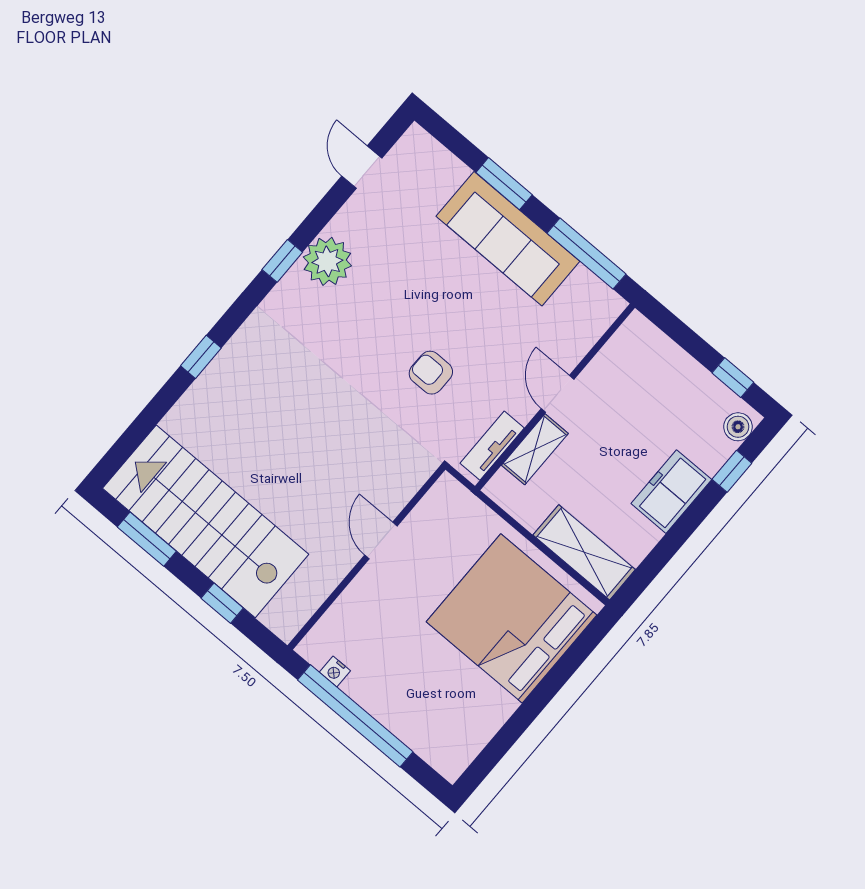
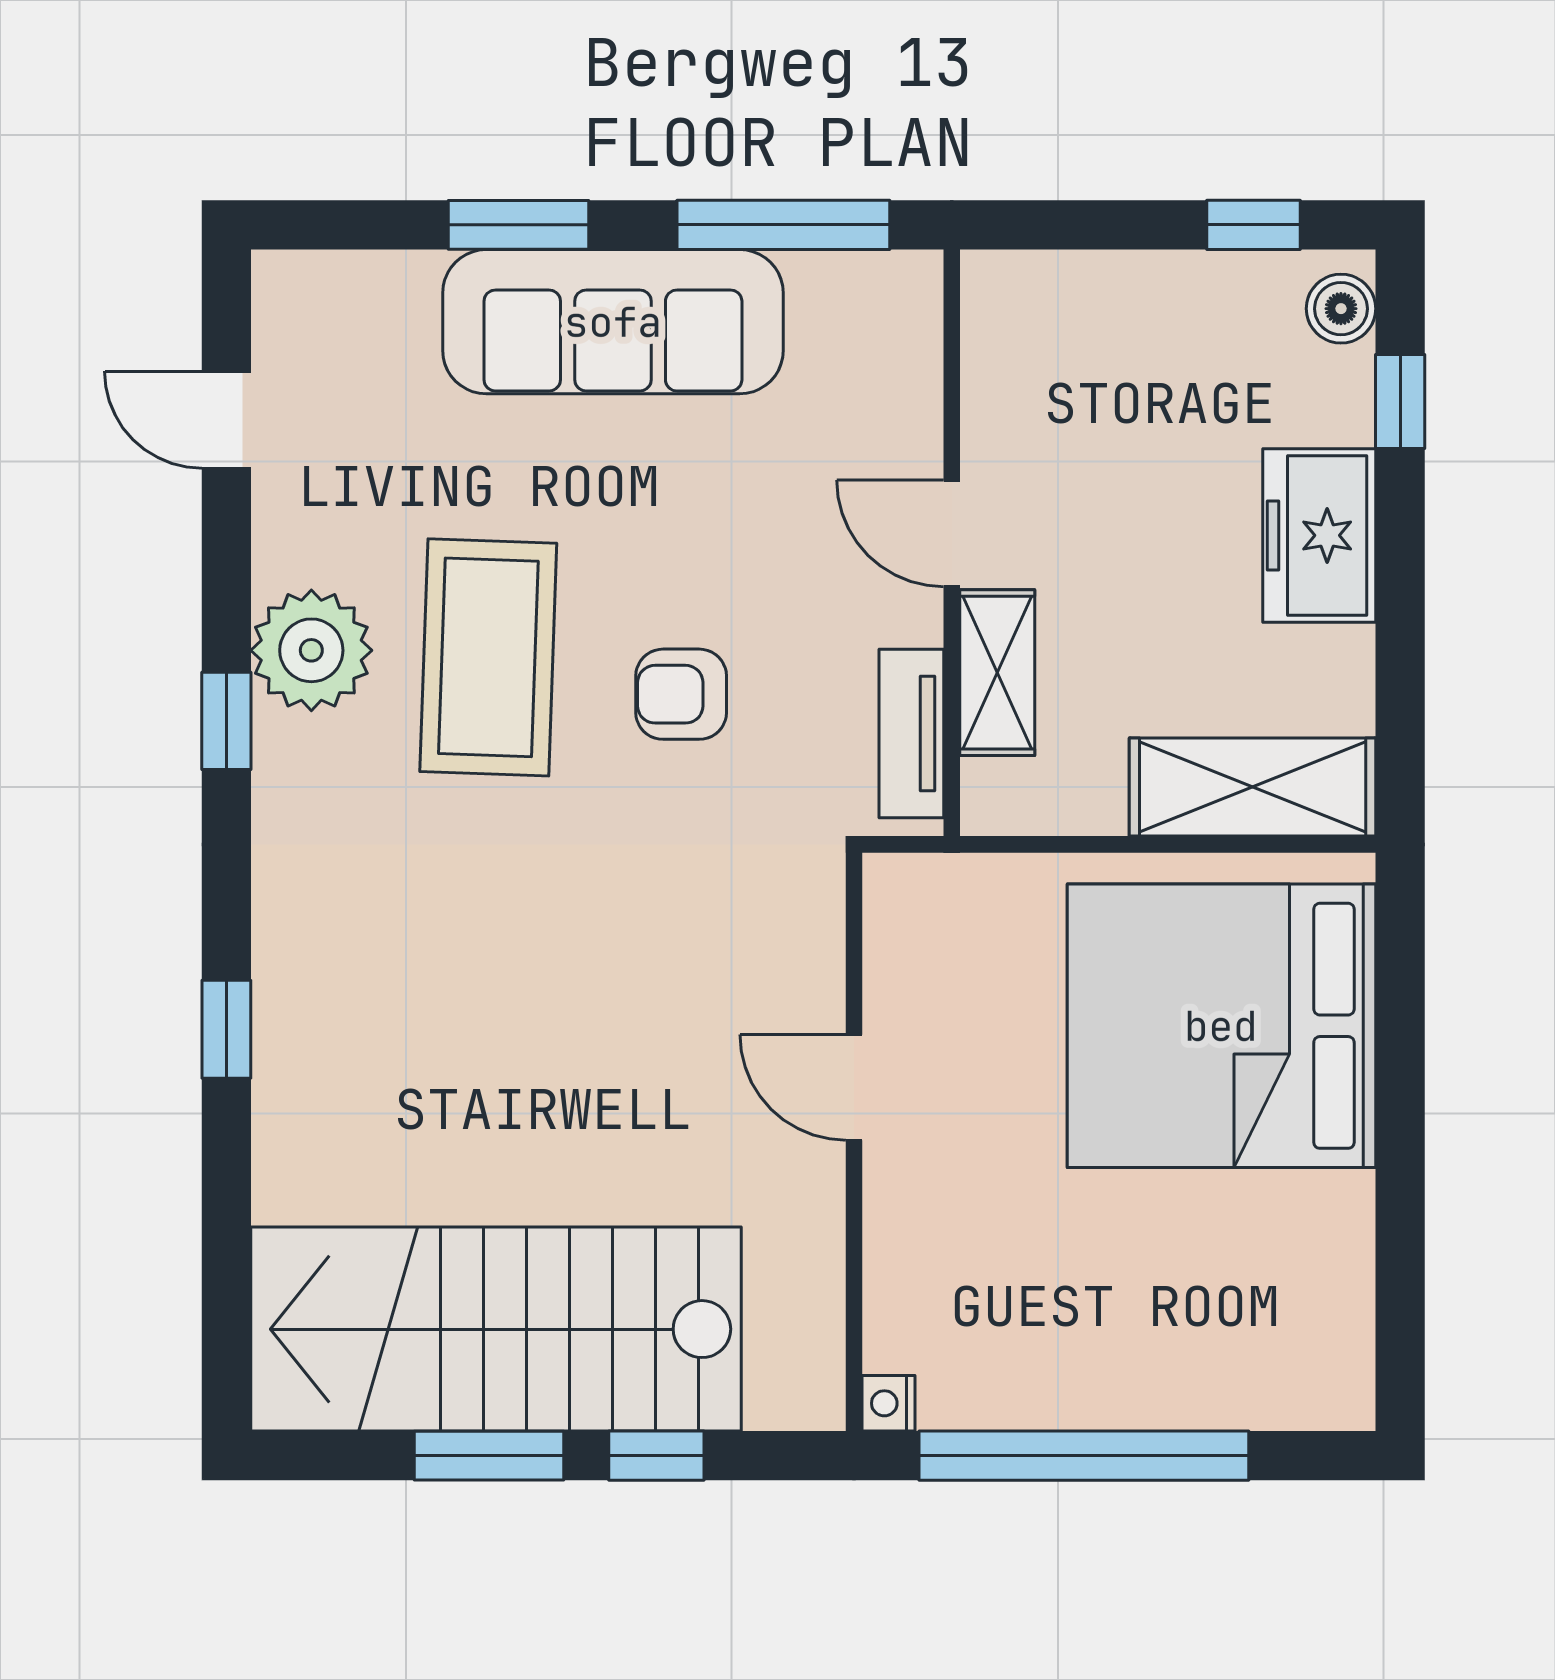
coffee table: (381, 310) -> (488, 657), added
window: (147, 539) -> (489, 1456), moved
nightstand: (335, 671) -> (889, 1403), moved, turned 90

